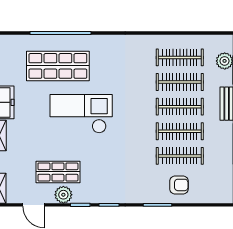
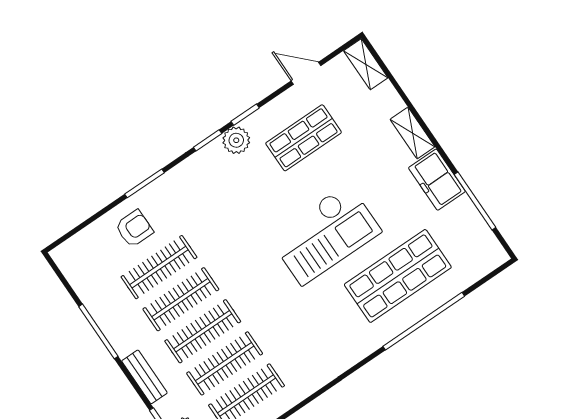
armchair: (179, 185) -> (134, 229), turned 180
plant: (63, 195) -> (236, 140), moved

